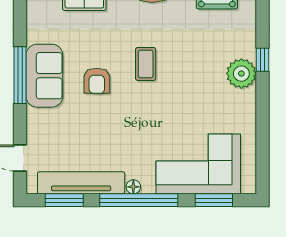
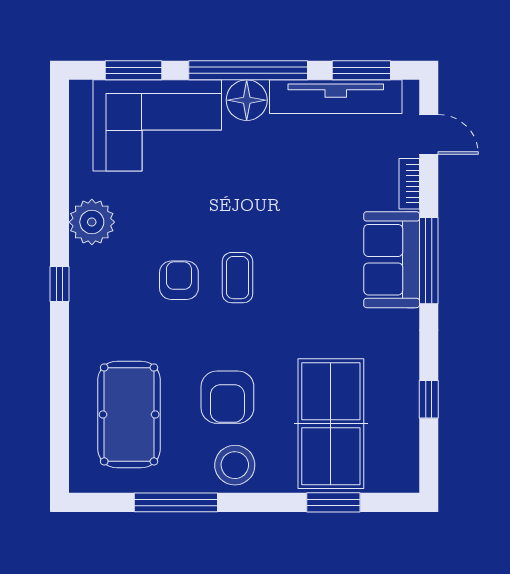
plant: (241, 74) -> (92, 222), moved
armchair: (97, 81) -> (179, 280), moved
bookcase: (33, 126) -> (409, 184), added
floor lamp: (133, 187) -> (247, 100), width x1.89, depth x1.89

